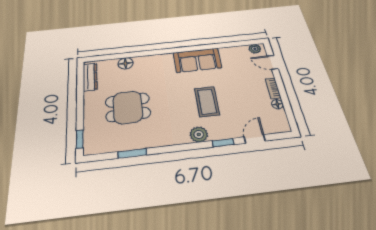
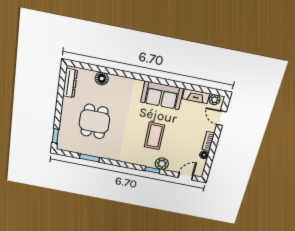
fireplace: (234, 51) -> (196, 96), added
dining table: (128, 107) -> (94, 122), turned 90
plant: (199, 134) -> (162, 164), moved
door: (255, 139) -> (186, 176), moved

